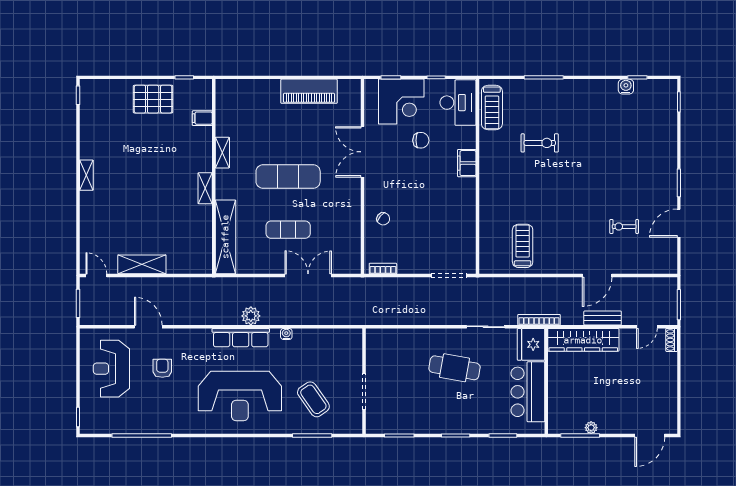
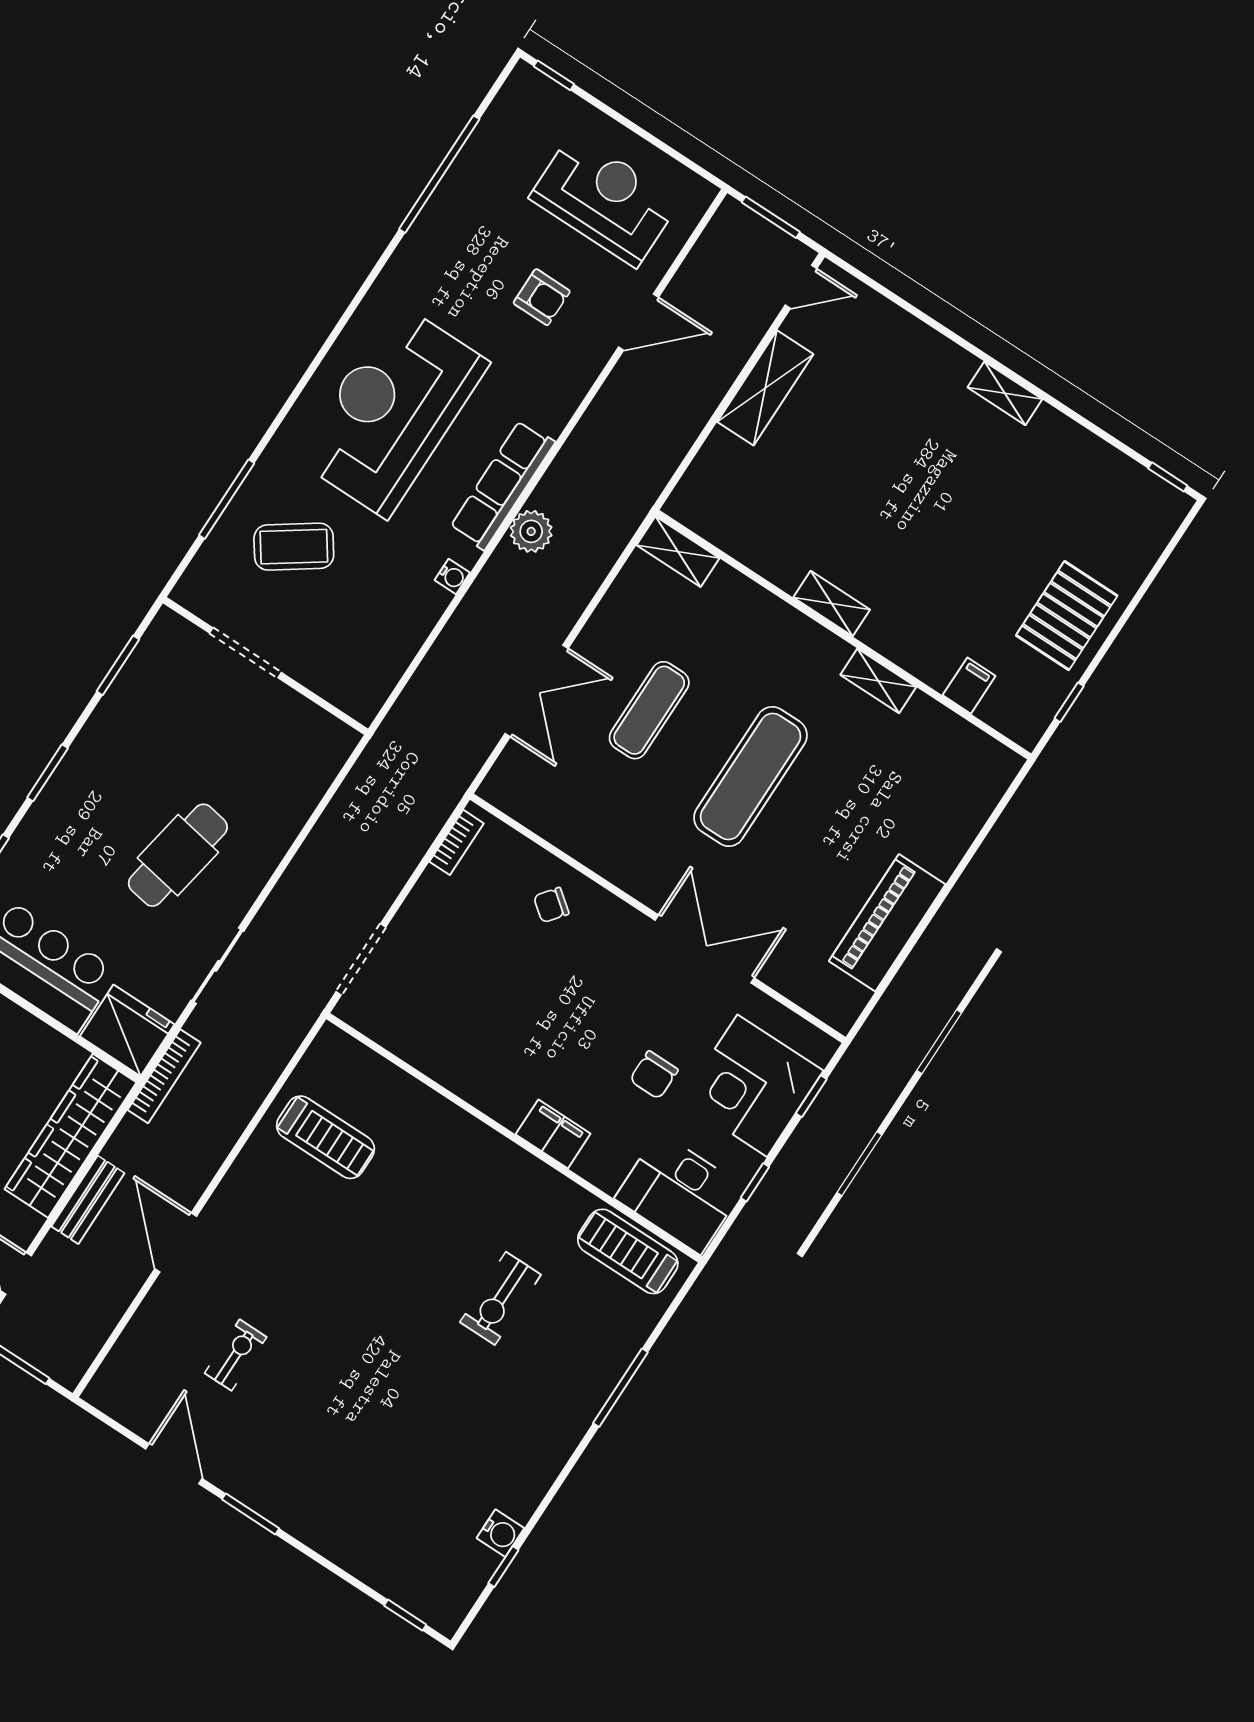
shelving: (225, 237) -> (678, 552), width x0.45, depth x0.75

